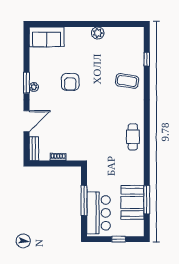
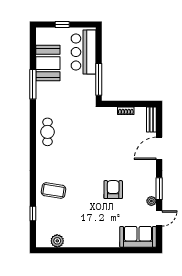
plant: (98, 33) -> (57, 241), moved
door: (26, 54) -> (159, 218), added
plant: (34, 87) -> (151, 201), moved
window: (84, 200) -> (99, 79), moved
window: (147, 200) -> (33, 84), moved

